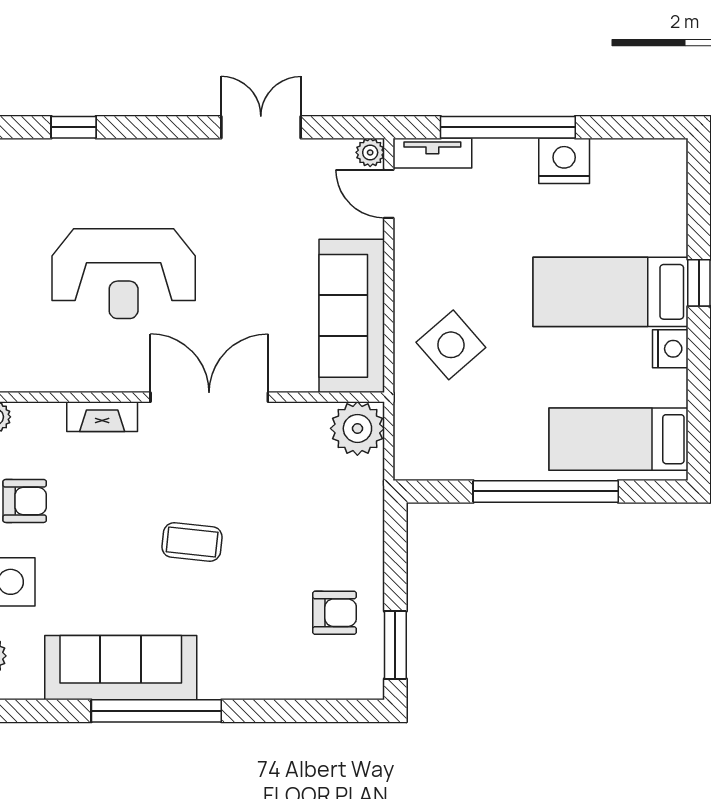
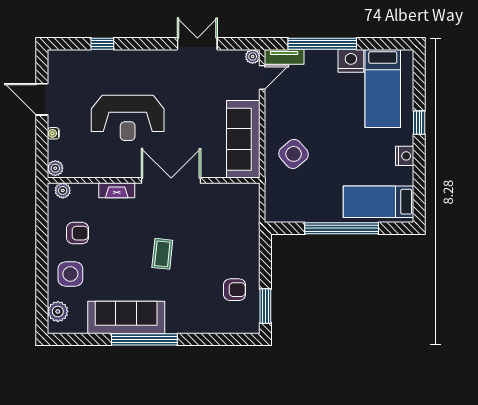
door: (389, 194) -> (262, 77), swing flipped
bed: (611, 292) -> (383, 88), moved, turned -90
plant: (357, 428) -> (246, 196), removed
coffee table: (192, 542) -> (162, 254), turned 90

